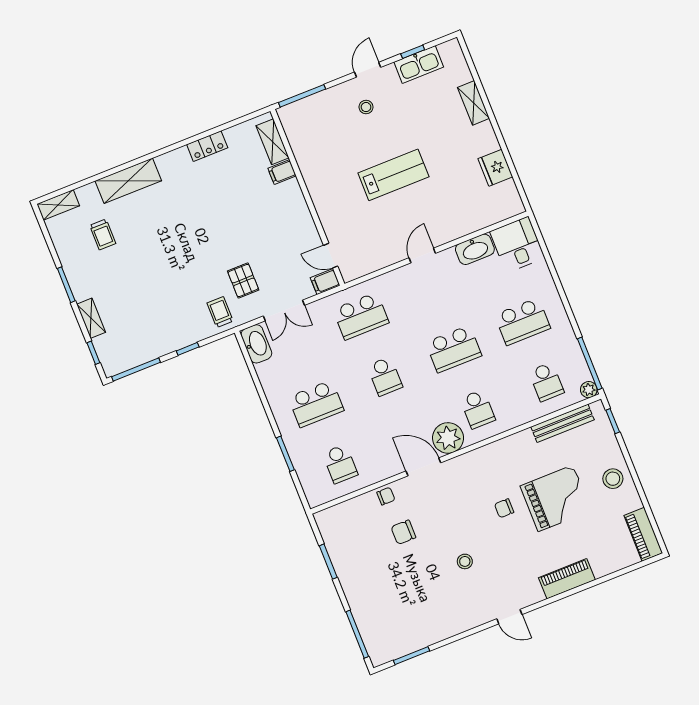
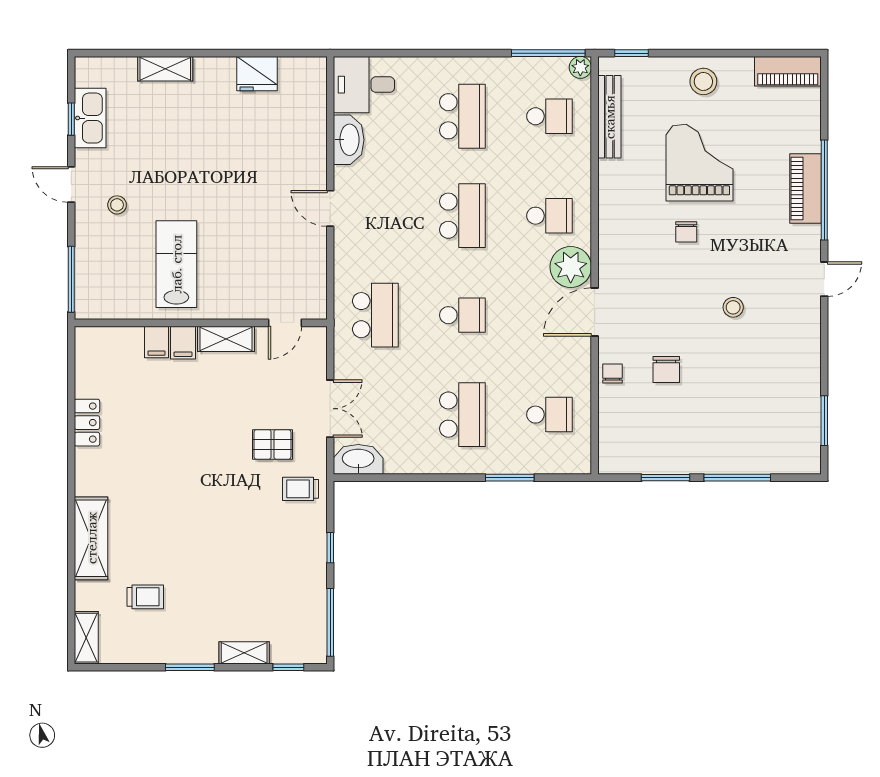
shelving: (273, 142) -> (226, 339), moved
lab bench: (393, 175) -> (176, 264), moved
filing cabinet: (325, 282) -> (183, 343), moved
window: (571, 592) -> (824, 190), added
window: (357, 634) -> (737, 478), moved

